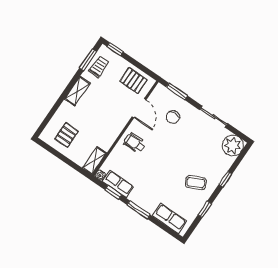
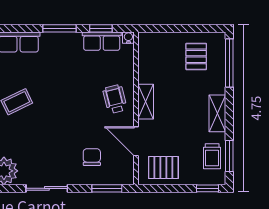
window: (49, 117) -> (229, 63), added
wheelchair: (134, 143) -> (115, 99), turned -104
shelving: (95, 161) -> (146, 102), moved

